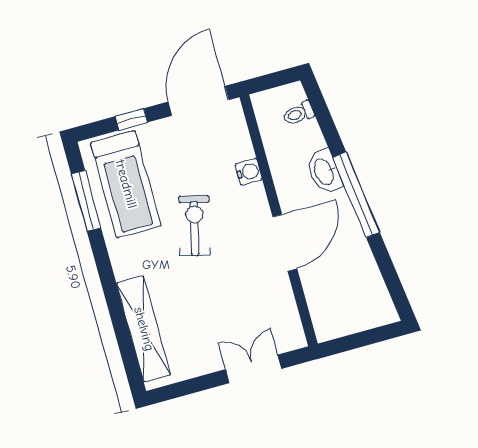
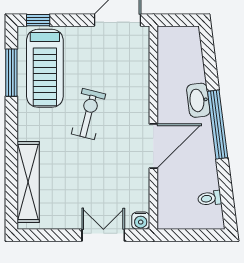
toilet: (298, 114) -> (210, 198), moved
window: (131, 119) -> (38, 20), moved
water cooler: (249, 172) -> (141, 221), moved, turned 90

